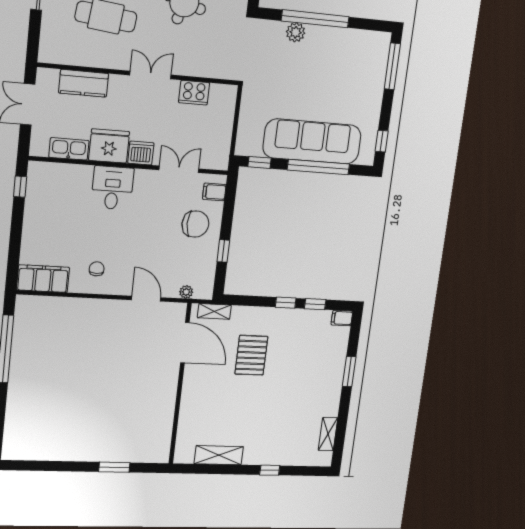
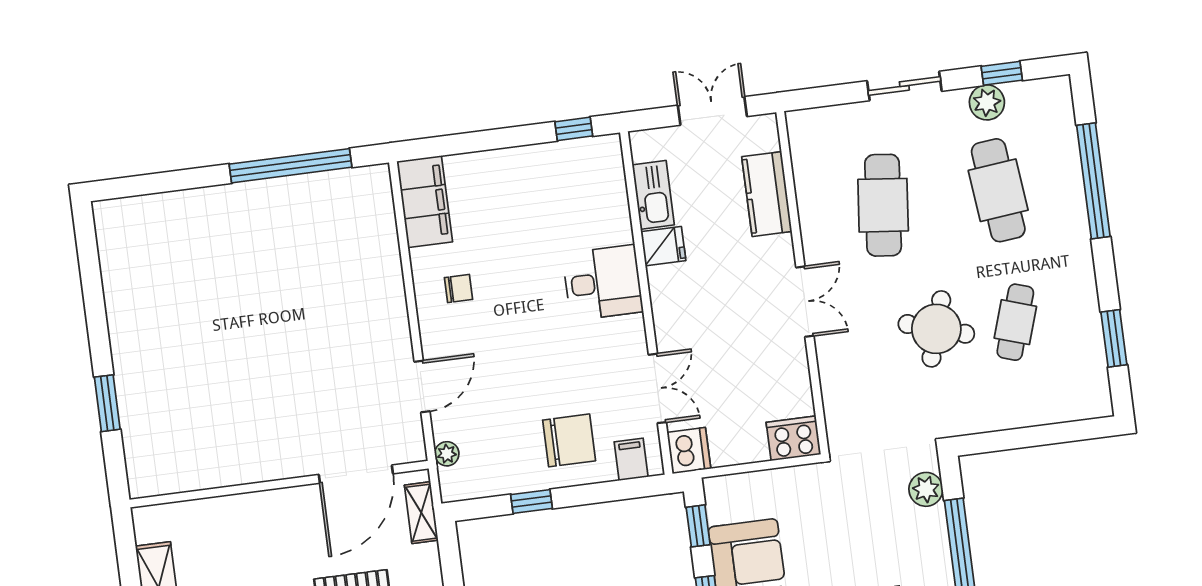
plant: (296, 32) -> (926, 489), moved
cooker: (194, 93) -> (793, 438), moved, turned 90
fridge: (109, 146) -> (663, 246), width x0.53, depth x0.75
dishwasher: (141, 153) -> (689, 451), moved
chair: (195, 224) -> (569, 440), turned -90

